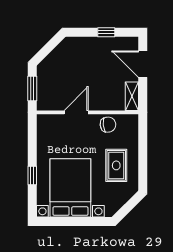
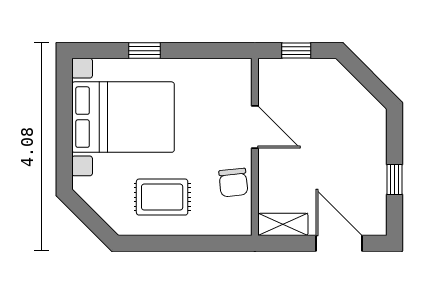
door: (143, 64) -> (339, 243), hinge flipped
window: (32, 89) -> (296, 51), width x0.67

